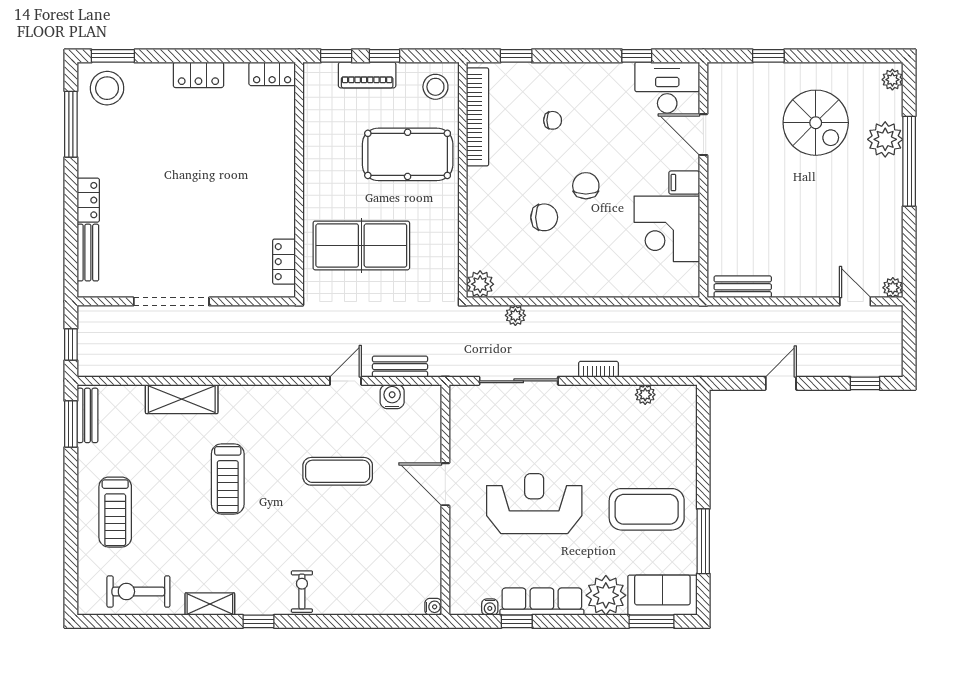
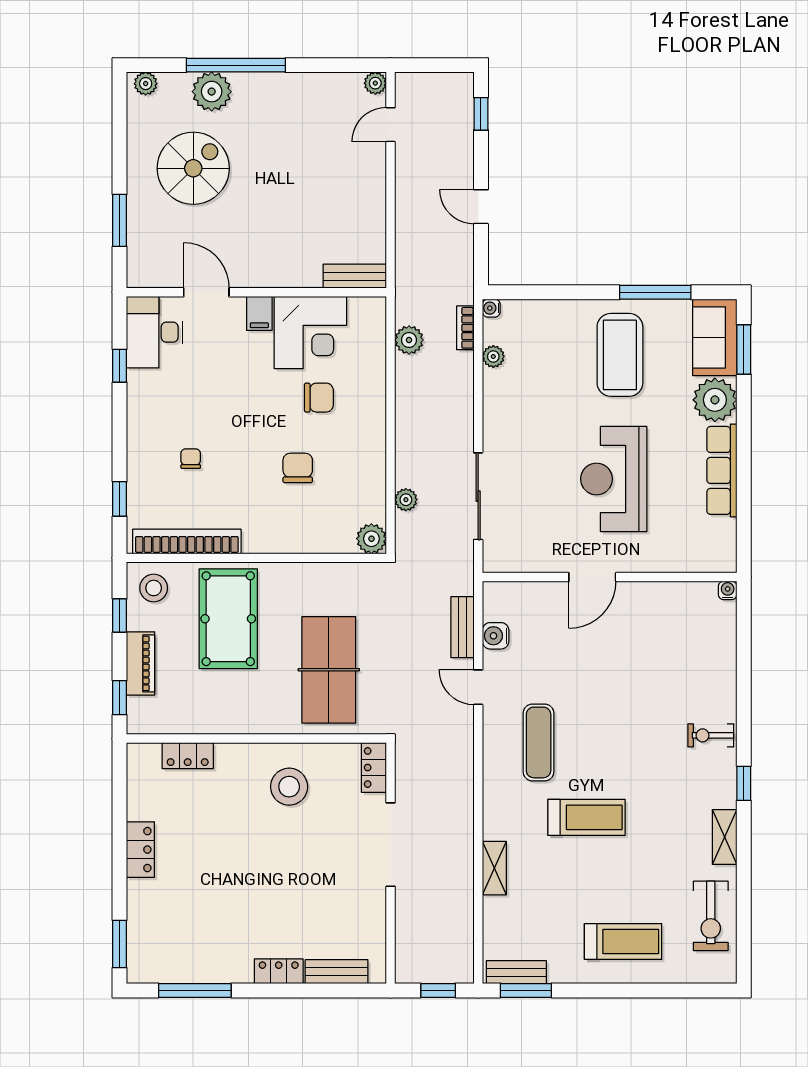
window: (384, 56) -> (120, 615), moved
window: (768, 56) -> (120, 220), width x1.50
locker: (272, 74) -> (188, 756), moved, turned 90
stool: (107, 88) -> (289, 787), moved
door: (703, 135) -> (206, 292), swing flipped
chair: (586, 186) -> (319, 398), moved, turned 180
locker: (284, 262) -> (374, 768), moved, turned 90
bench: (743, 287) -> (355, 276), moved, turned 90
doorway: (171, 301) -> (391, 845), moved
plant: (660, 318) -> (409, 340), added
bookcase: (599, 369) -> (465, 328), moved
shelving: (182, 399) -> (494, 868), width x0.67, depth x0.75
exercise mat: (338, 471) -> (539, 742), moved
water cooler: (490, 607) -> (491, 308), moved, turned 180
window: (517, 621) -> (744, 498), removed

